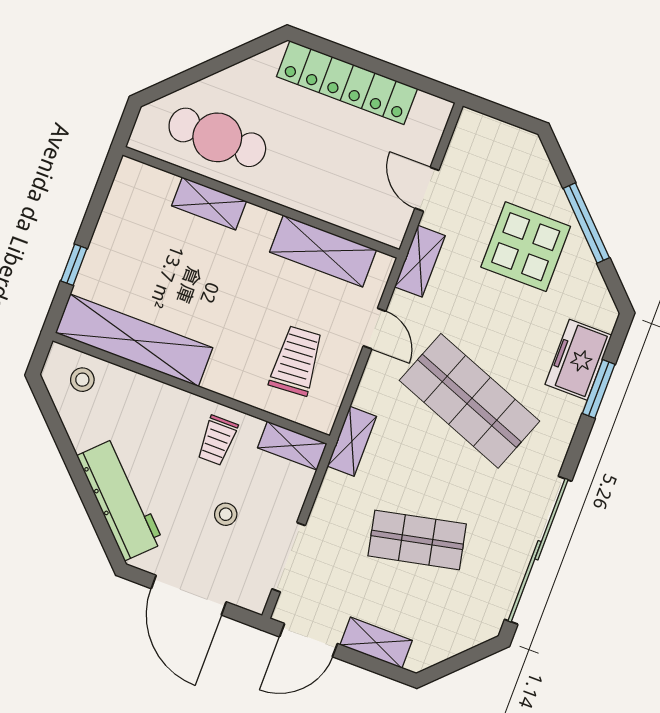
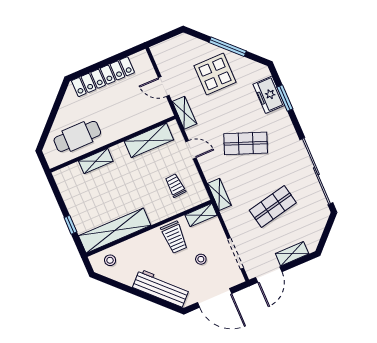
trolley: (296, 361) -> (175, 185), width x0.73, depth x0.72
shop shelf: (469, 401) -> (246, 143), width x0.70, depth x0.74
trolley: (217, 440) -> (174, 237), width x1.36, depth x1.39

